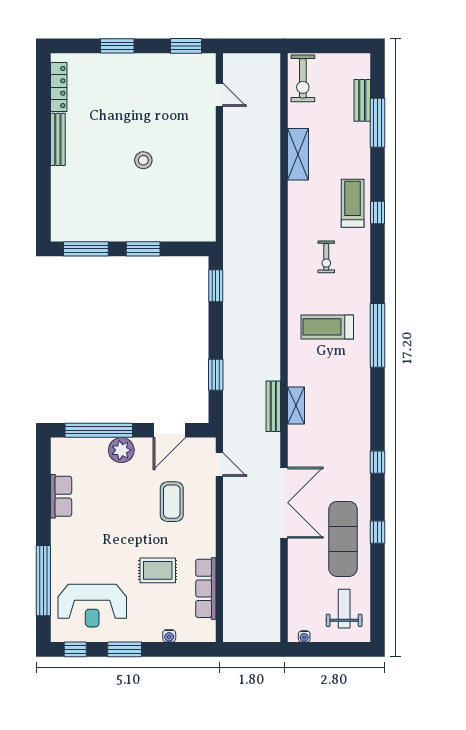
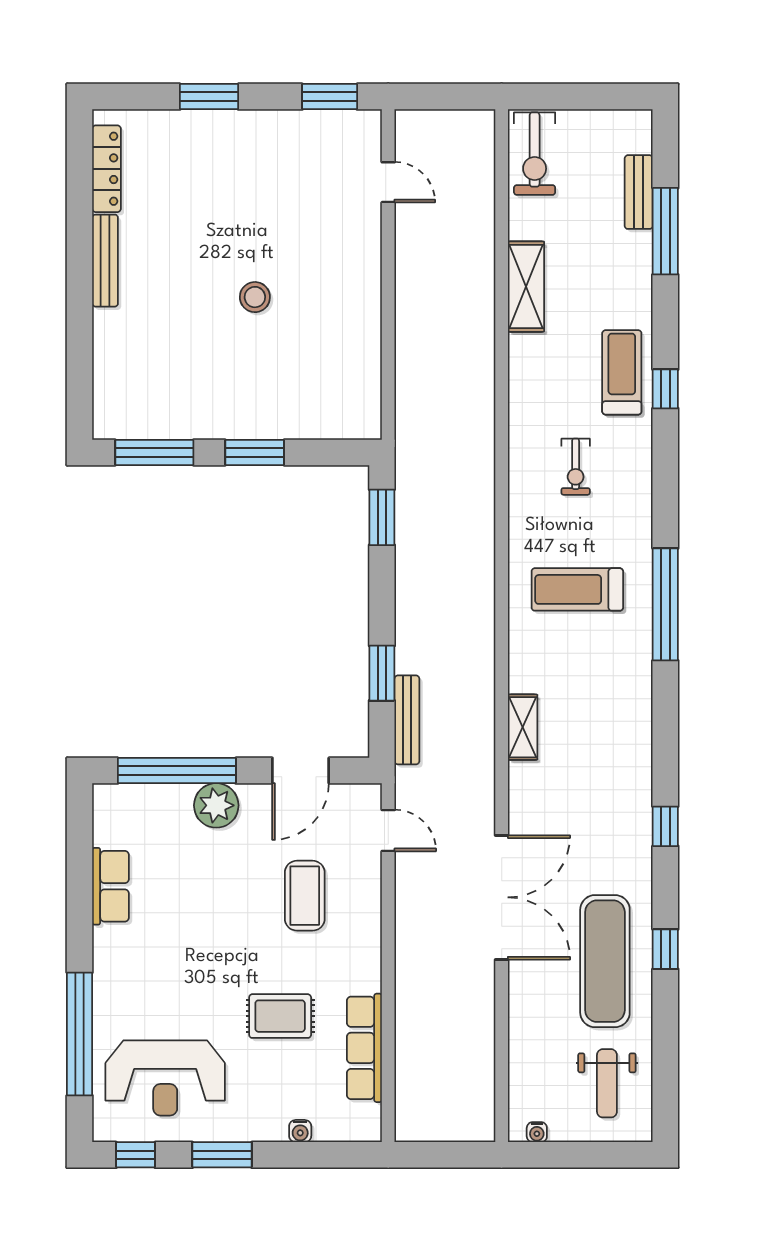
bench: (273, 406) -> (407, 720), moved
weight bench: (344, 609) -> (607, 1083), turned 180

